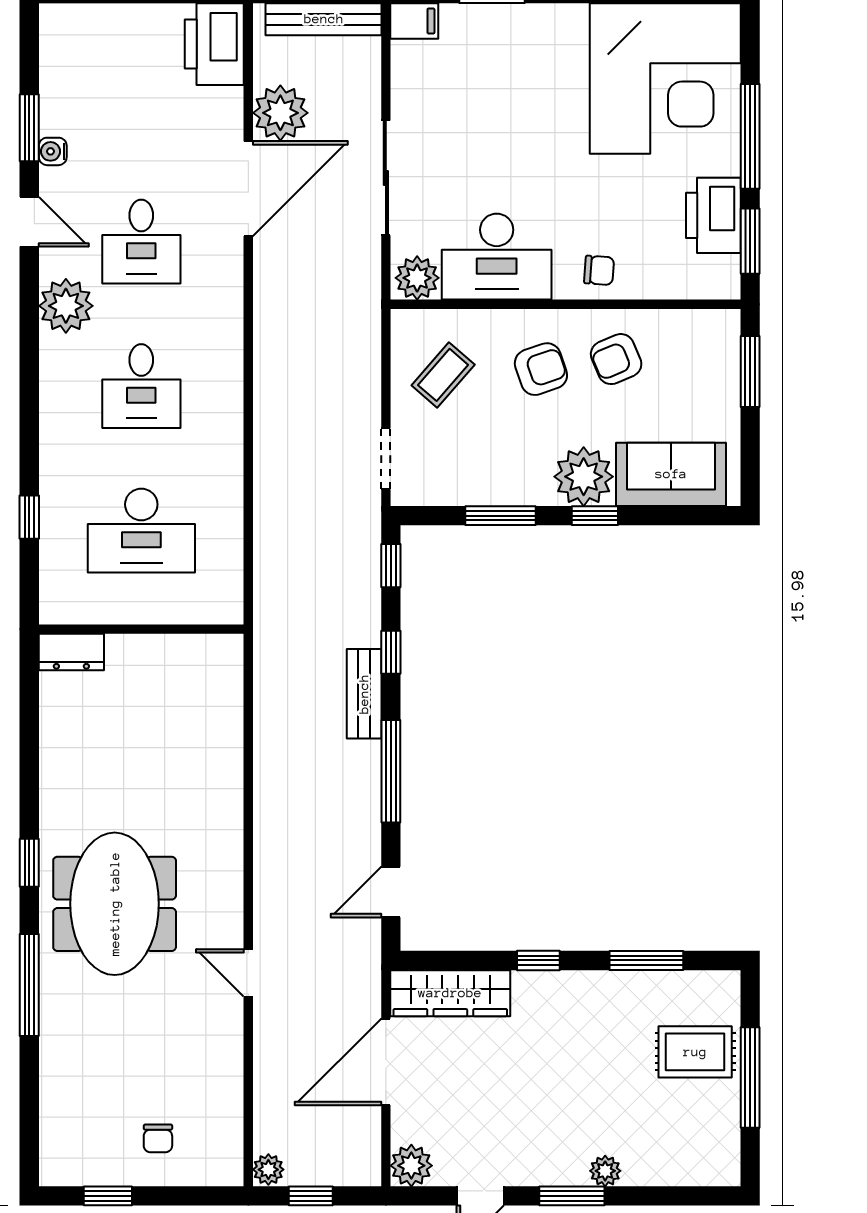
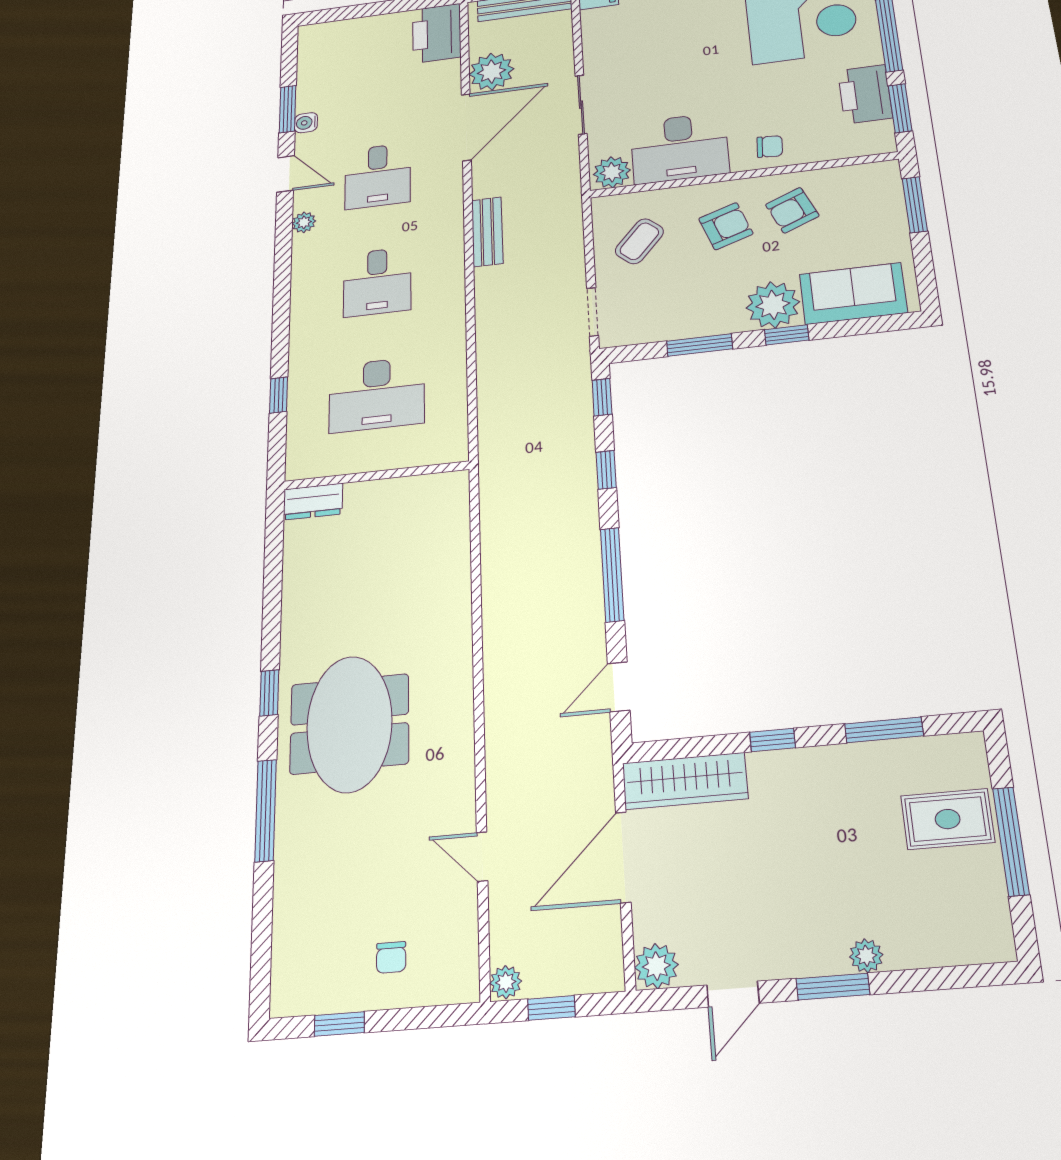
sliding door: (386, 178) -> (581, 105), width x0.73
plant: (66, 306) -> (304, 222), width x0.53, depth x0.53
bench: (364, 694) -> (487, 232), moved
door: (248, 973) -> (482, 857), moved

